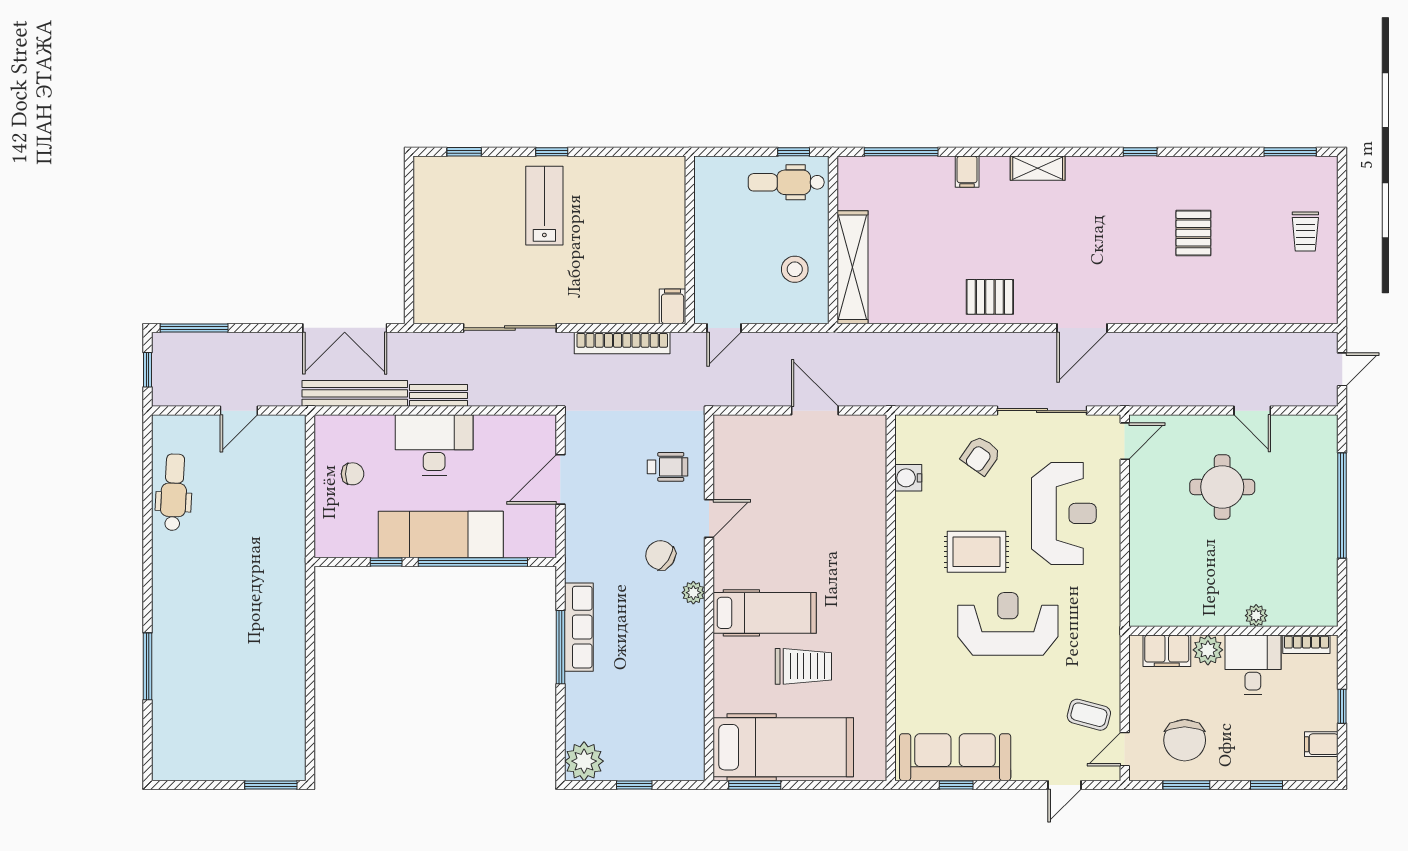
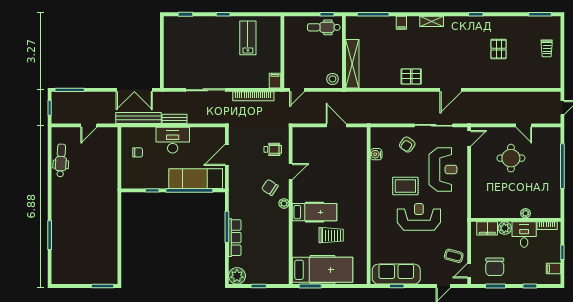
lab bench: (544, 206) -> (248, 38), moved
stool: (795, 269) -> (333, 79), moved
exam couch: (441, 535) -> (196, 179), moved
row of seats: (579, 627) -> (235, 238), moved

